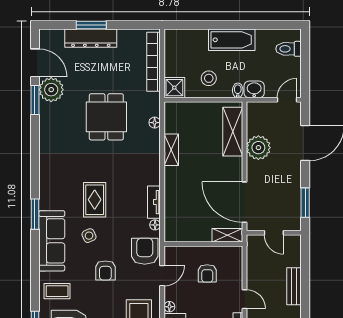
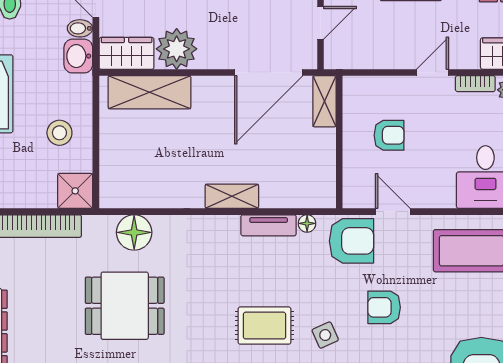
bidet: (238, 90) -> (80, 28), moved
wardrobe: (256, 118) -> (127, 53), added
floor lamp: (155, 123) -> (134, 232), width x1.89, depth x1.89
shelving: (171, 150) -> (232, 196), moved
armchair: (145, 251) -> (351, 241), turned 180
armchair: (105, 270) -> (384, 307), turned 180
floor lamp: (169, 307) -> (445, 199), removed

